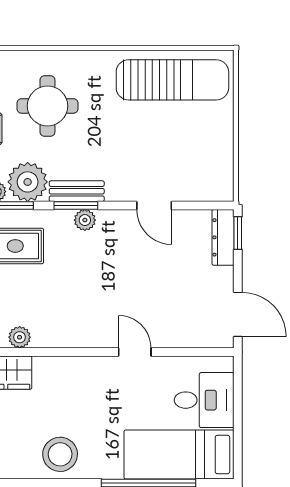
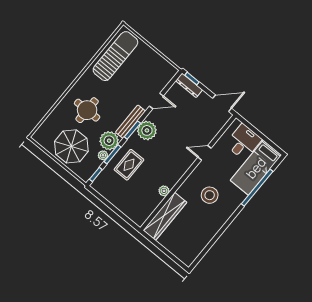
bench: (77, 191) -> (130, 122), width x1.36
plant: (85, 220) -> (147, 130), width x1.88, depth x1.88
stool: (60, 454) -> (210, 195), moved

